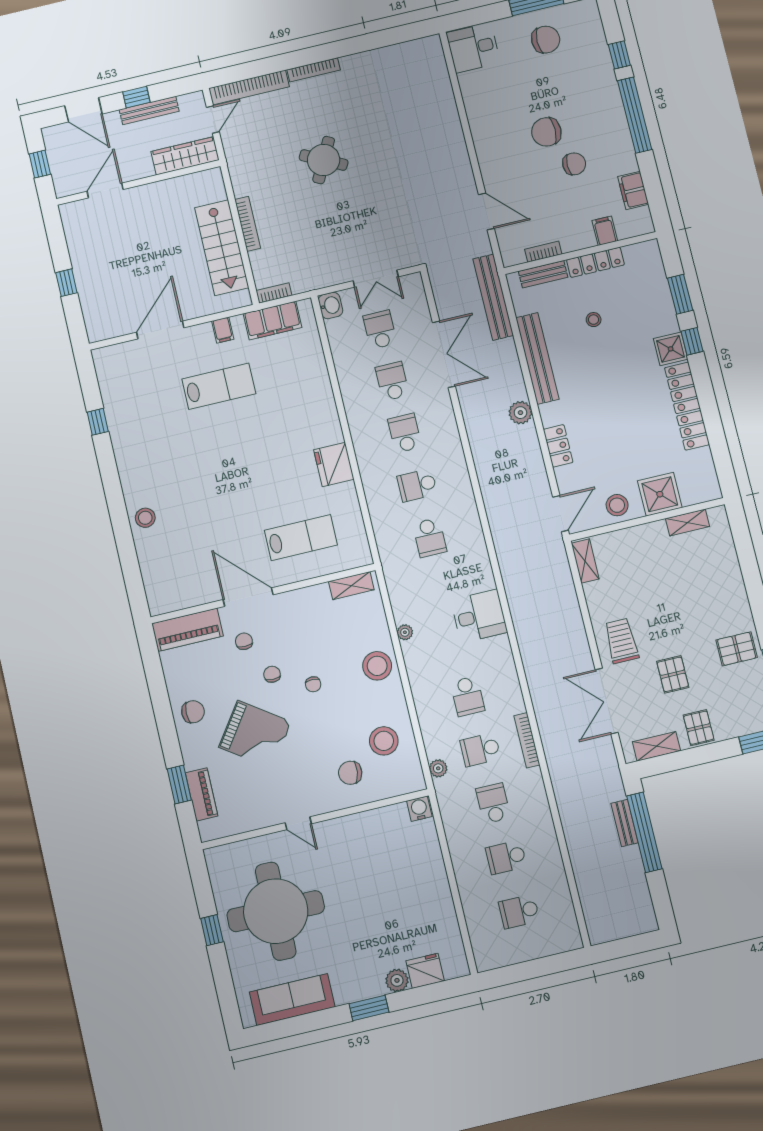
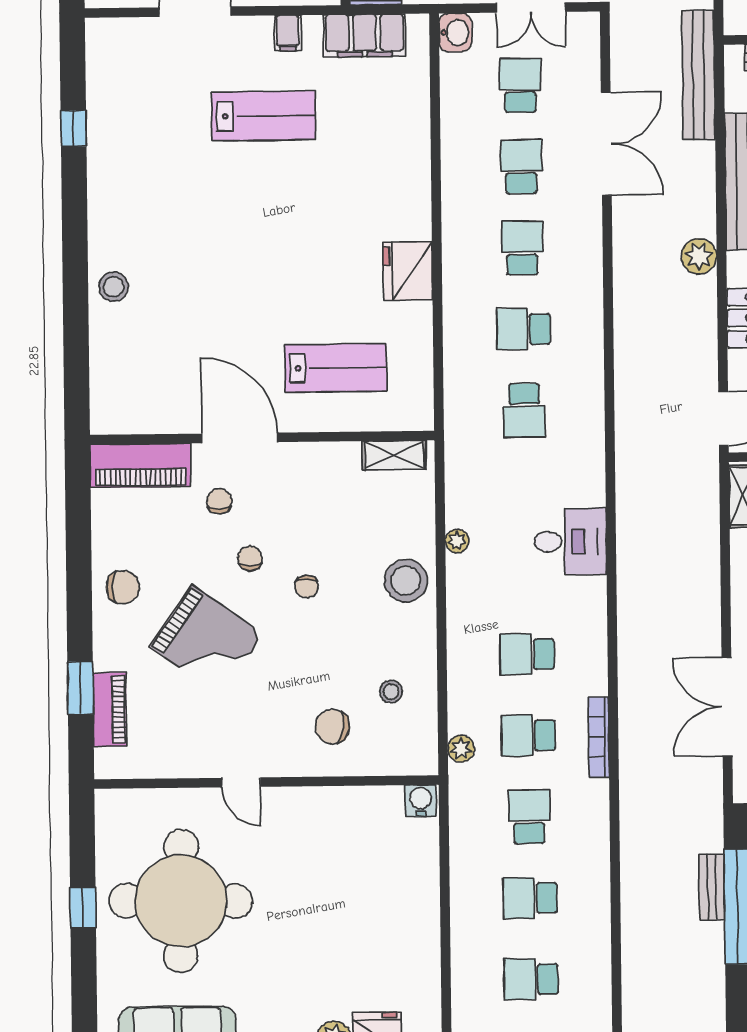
school desk: (468, 696) -> (527, 654), turned 90
stool: (384, 741) -> (391, 692), width x0.53, depth x0.53

